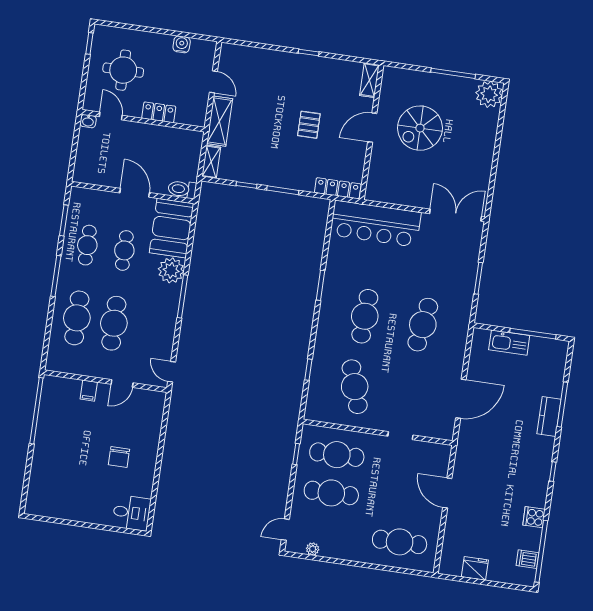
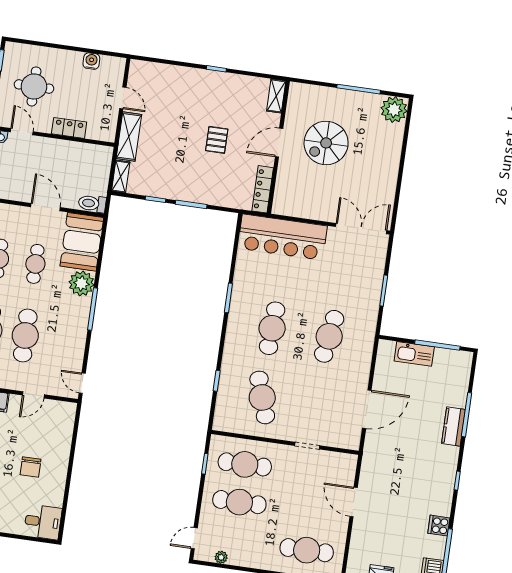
locker: (338, 188) -> (263, 189), moved, turned -90

